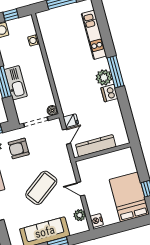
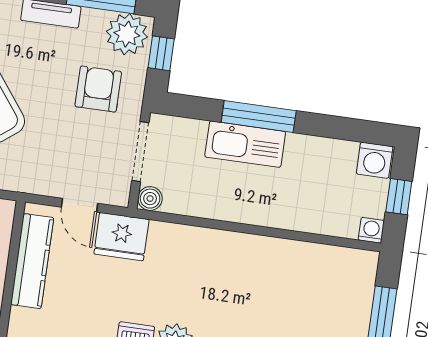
washing machine: (34, 40) -> (371, 230), moved
fridge: (71, 121) -> (121, 237), width x1.88, depth x1.34

